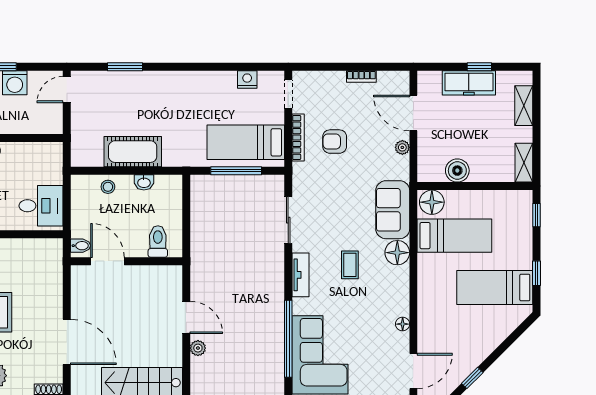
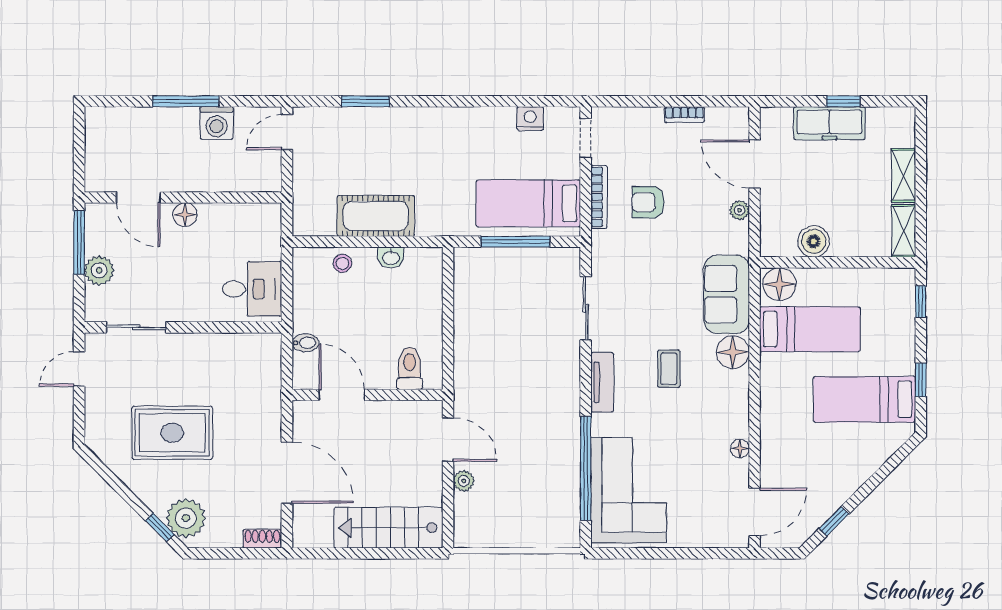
shelving: (524, 106) -> (903, 175), moved
toilet: (158, 241) -> (410, 368), moved
door: (107, 261) -> (342, 395), moved
wall: (127, 261) -> (367, 395), moved

